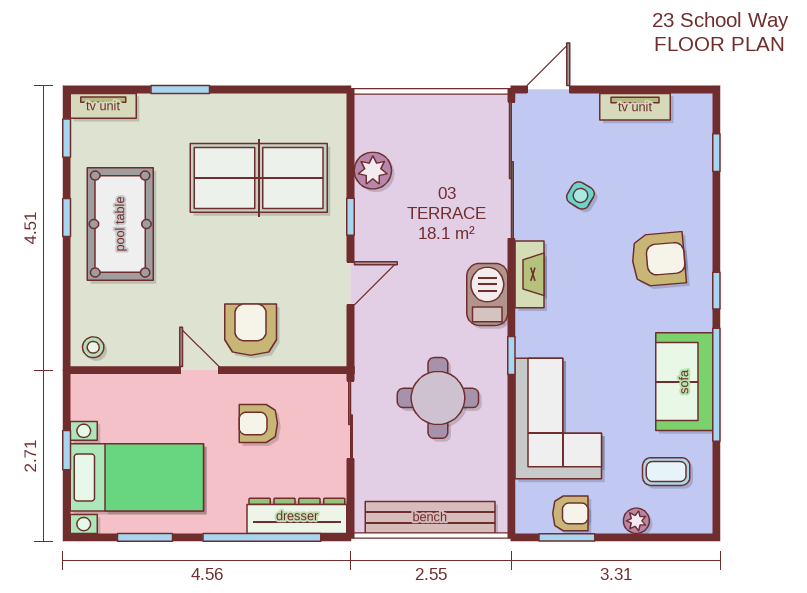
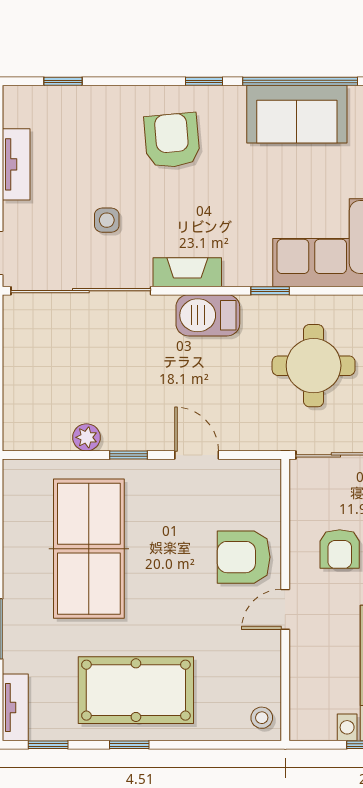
plant: (373, 171) -> (86, 437), width x0.73, depth x0.73
side table: (580, 195) -> (107, 220), turned -31

